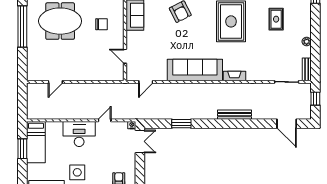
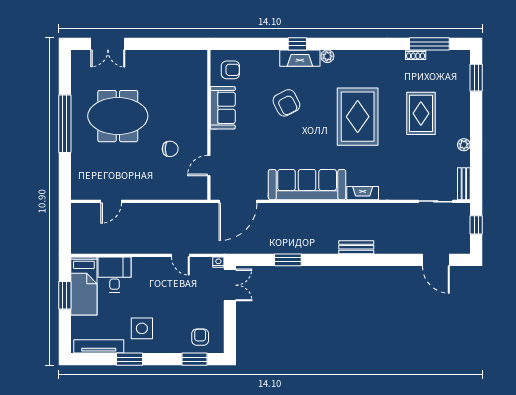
rug: (276, 19) -> (421, 113), width x1.36, depth x1.43
chair: (101, 24) -> (170, 149), moved
door: (125, 56) -> (209, 165), hinge flipped
door: (146, 82) -> (238, 201), width x1.88
bench: (234, 115) -> (356, 247), width x0.73
door: (105, 120) -> (180, 255), swing flipped
desk: (79, 134) -> (115, 275), moved, width x0.73

